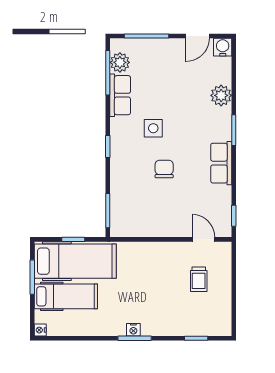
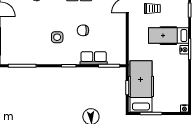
plant: (120, 62) -> (16, 58), removed
row of seats: (120, 95) -> (94, 58), moved
hospital bed: (66, 296) -> (168, 36), moved, turned -90

